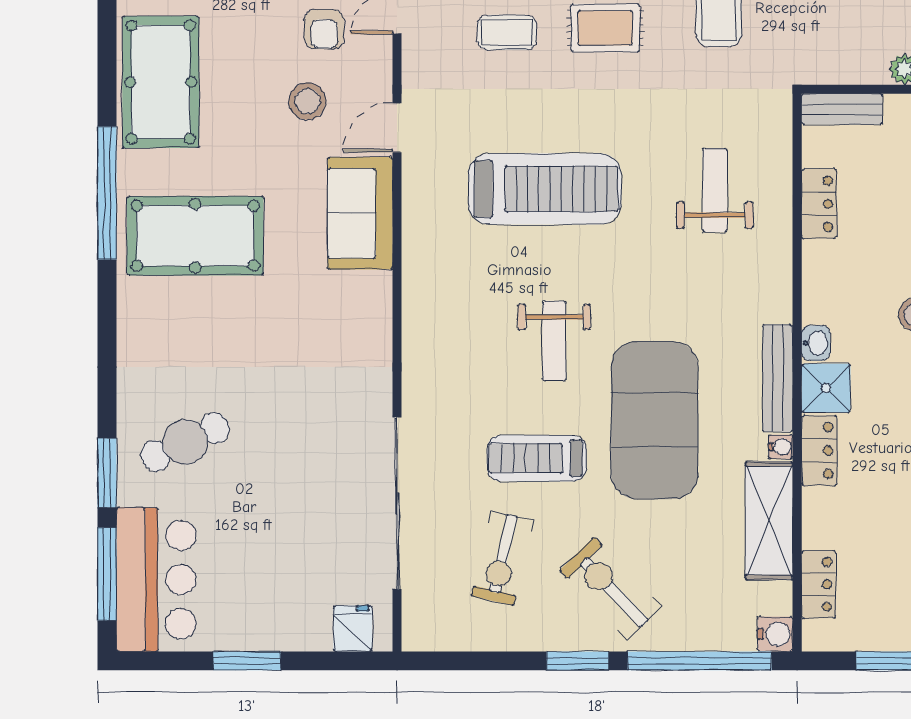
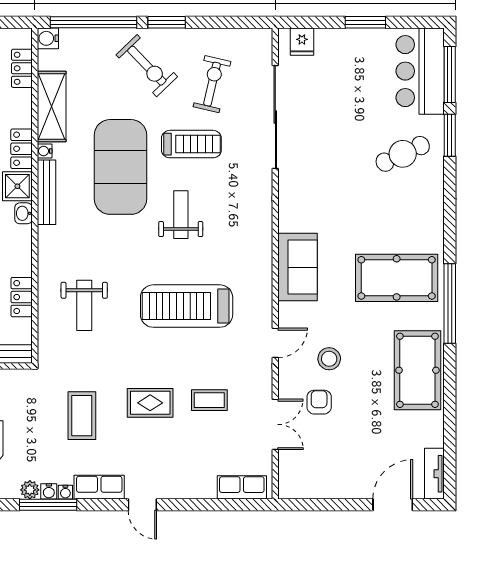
sofa: (360, 213) -> (298, 267), moved

